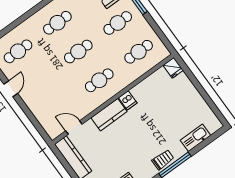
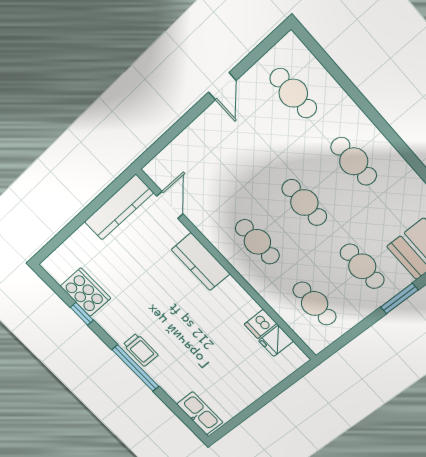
fridge: (173, 68) -> (276, 341), moved
door: (11, 89) -> (222, 86), hinge flipped
dishwasher: (128, 100) -> (260, 324), moved
kitchen sink: (195, 138) -> (200, 413), moved

